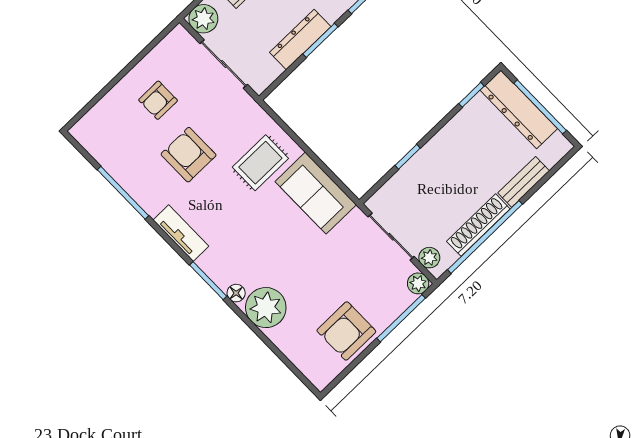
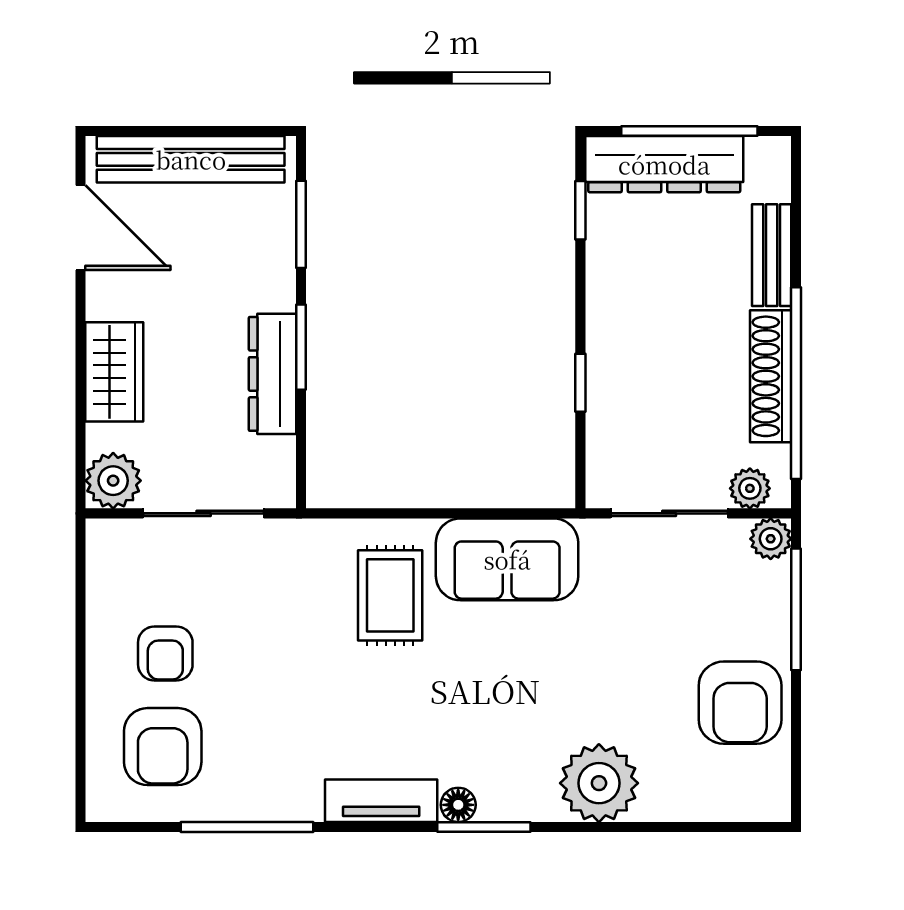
armchair: (189, 155) -> (163, 747), moved, turned -90
floor lamp: (236, 293) -> (458, 805), moved

